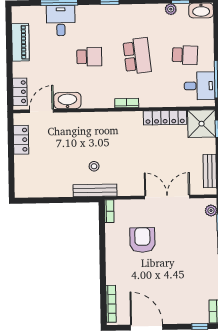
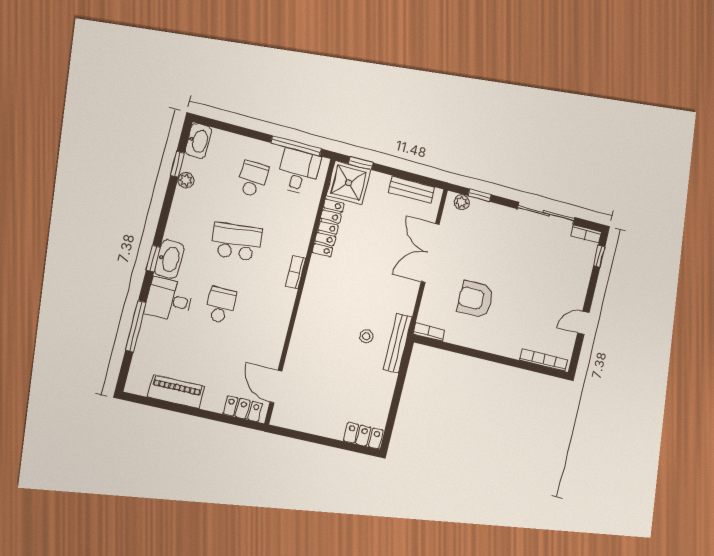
desk: (61, 21) -> (169, 300), moved
washbasin: (67, 101) -> (169, 259), moved, turned 180
locker: (21, 140) -> (363, 436), moved
door: (147, 327) -> (583, 323), width x0.53

